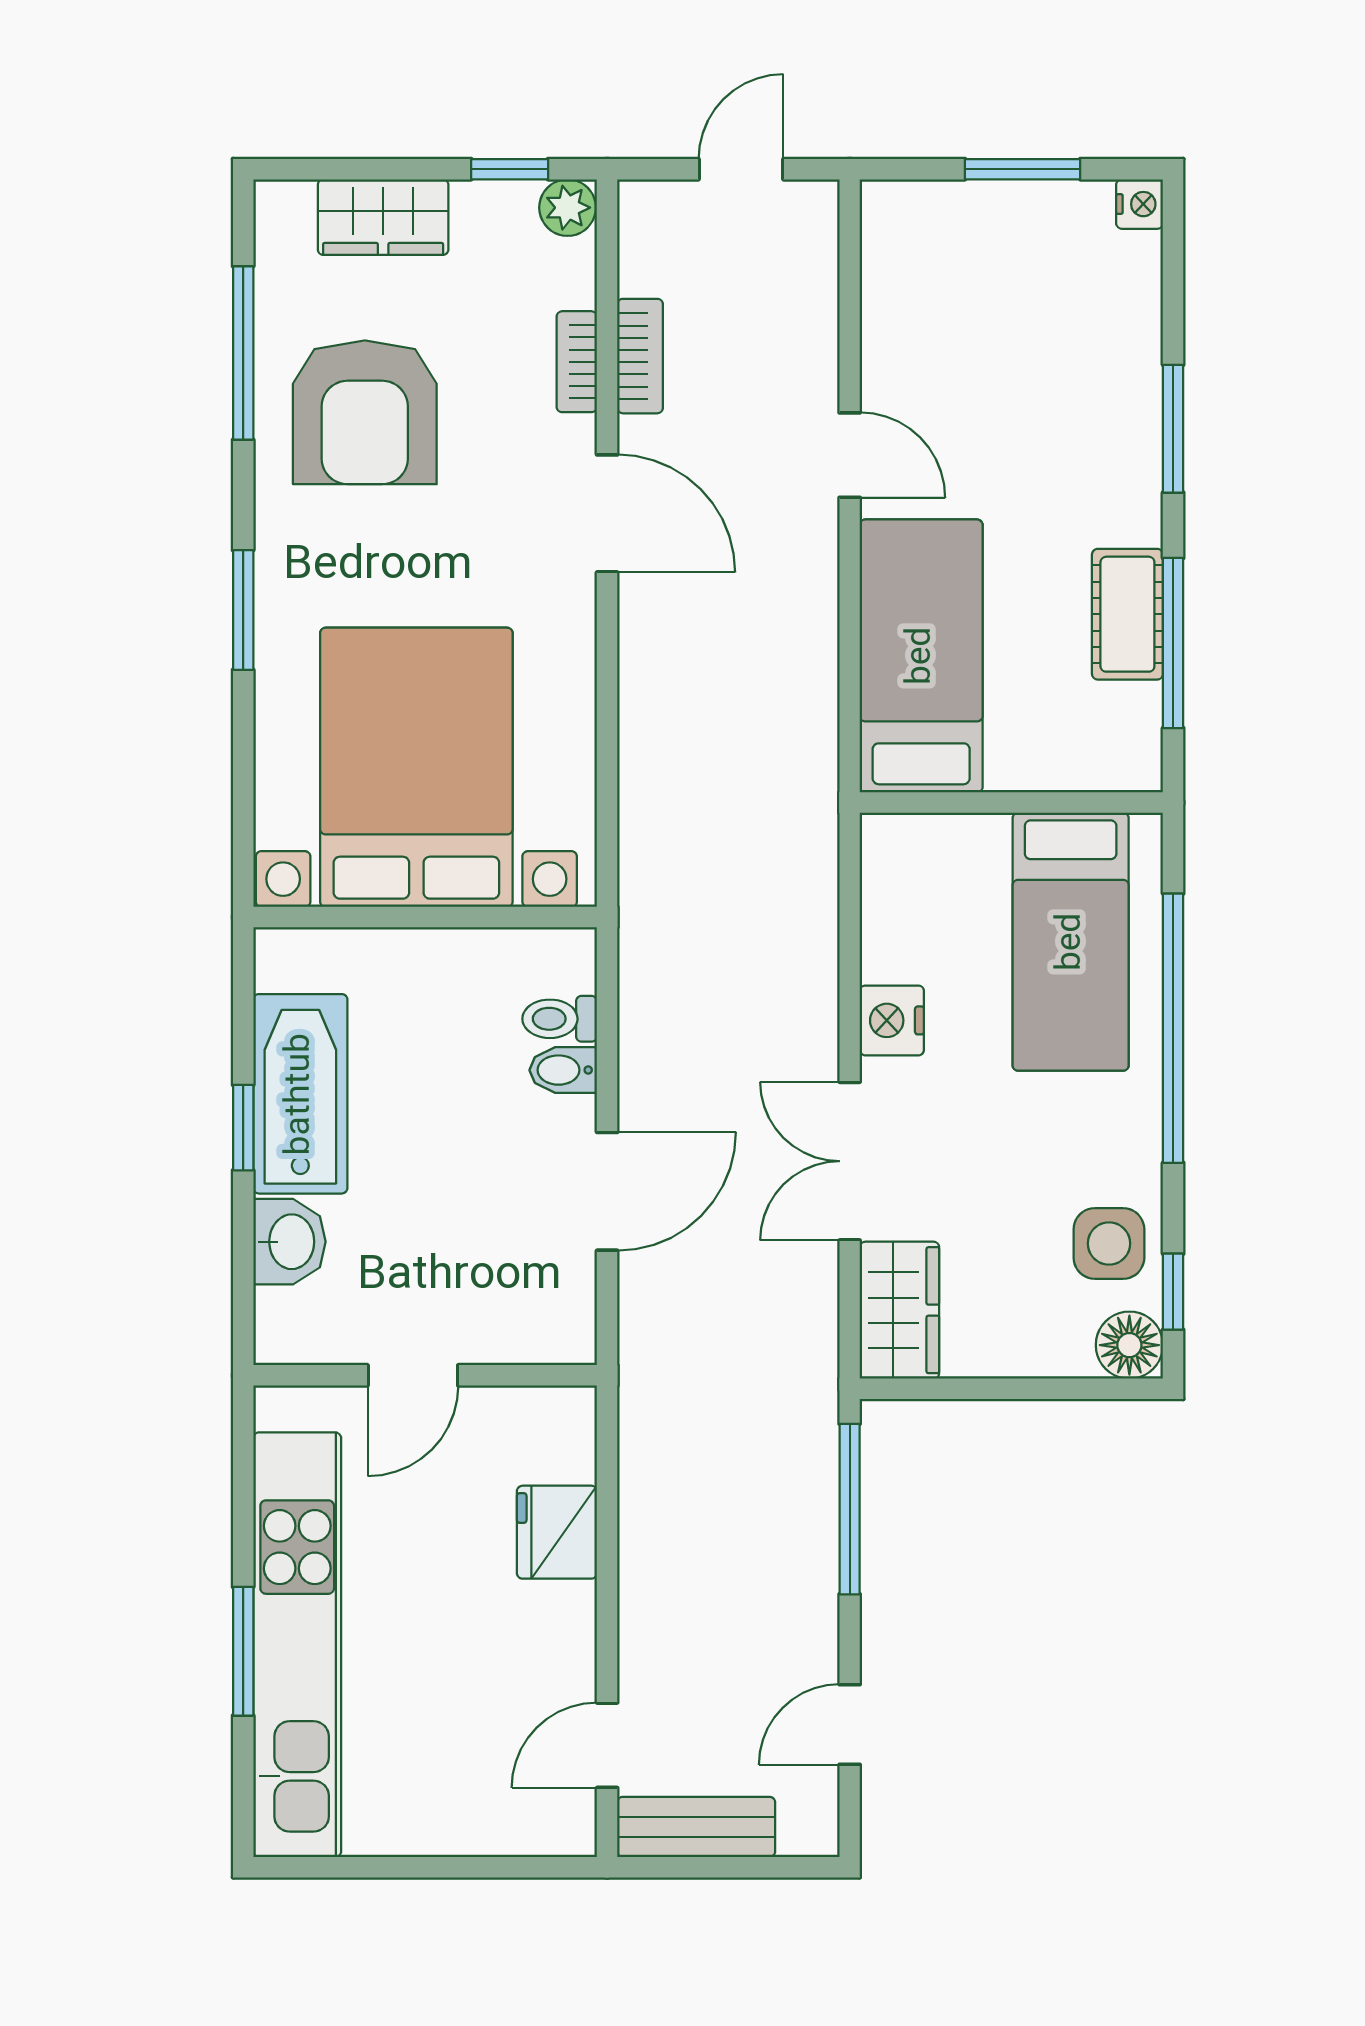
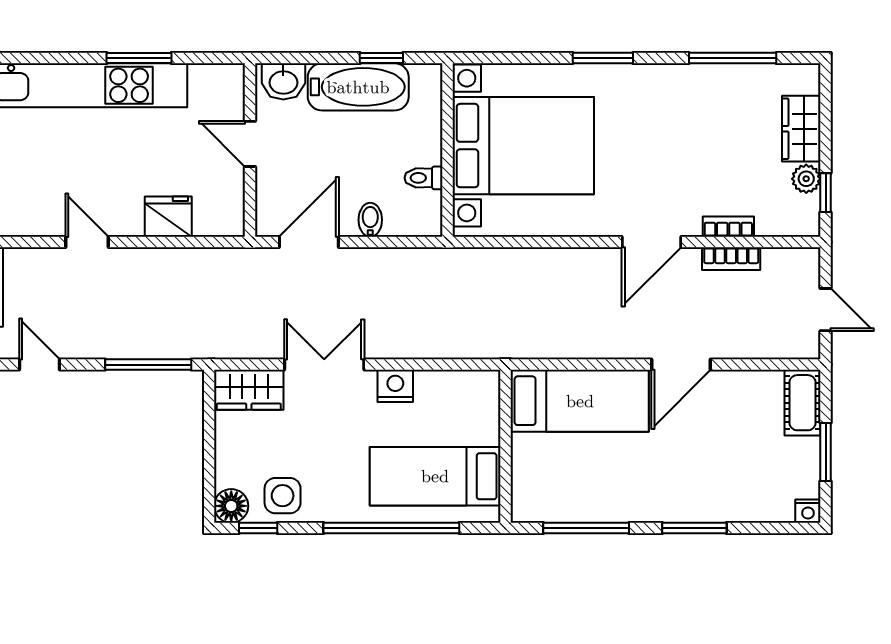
plant: (568, 208) -> (806, 179), moved
armchair: (365, 412) -> (703, 119), removed
door: (850, 455) -> (681, 365), width x1.38
cot: (1127, 614) -> (803, 403), moved, turned 90
toilet: (560, 1019) -> (424, 178), moved, turned -90
window: (243, 1128) -> (381, 58), moved
door: (607, 1191) -> (309, 242), swing flipped
door: (413, 1375) -> (250, 144), moved
wall: (425, 1375) -> (250, 150), moved
fridge: (557, 1532) -> (168, 217), moved
window: (243, 1651) -> (139, 58), moved
door: (607, 1745) -> (87, 242), moved

